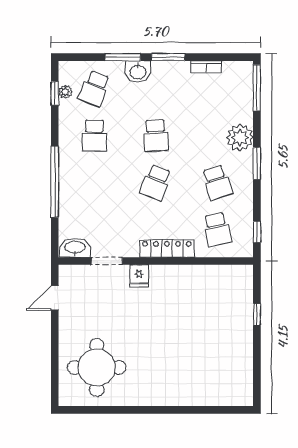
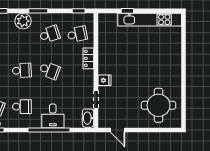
desk: (79, 188) -> (53, 116), added
locker: (167, 248) -> (88, 58), width x0.66
kitchen unit: (242, 352) -> (150, 20), added

